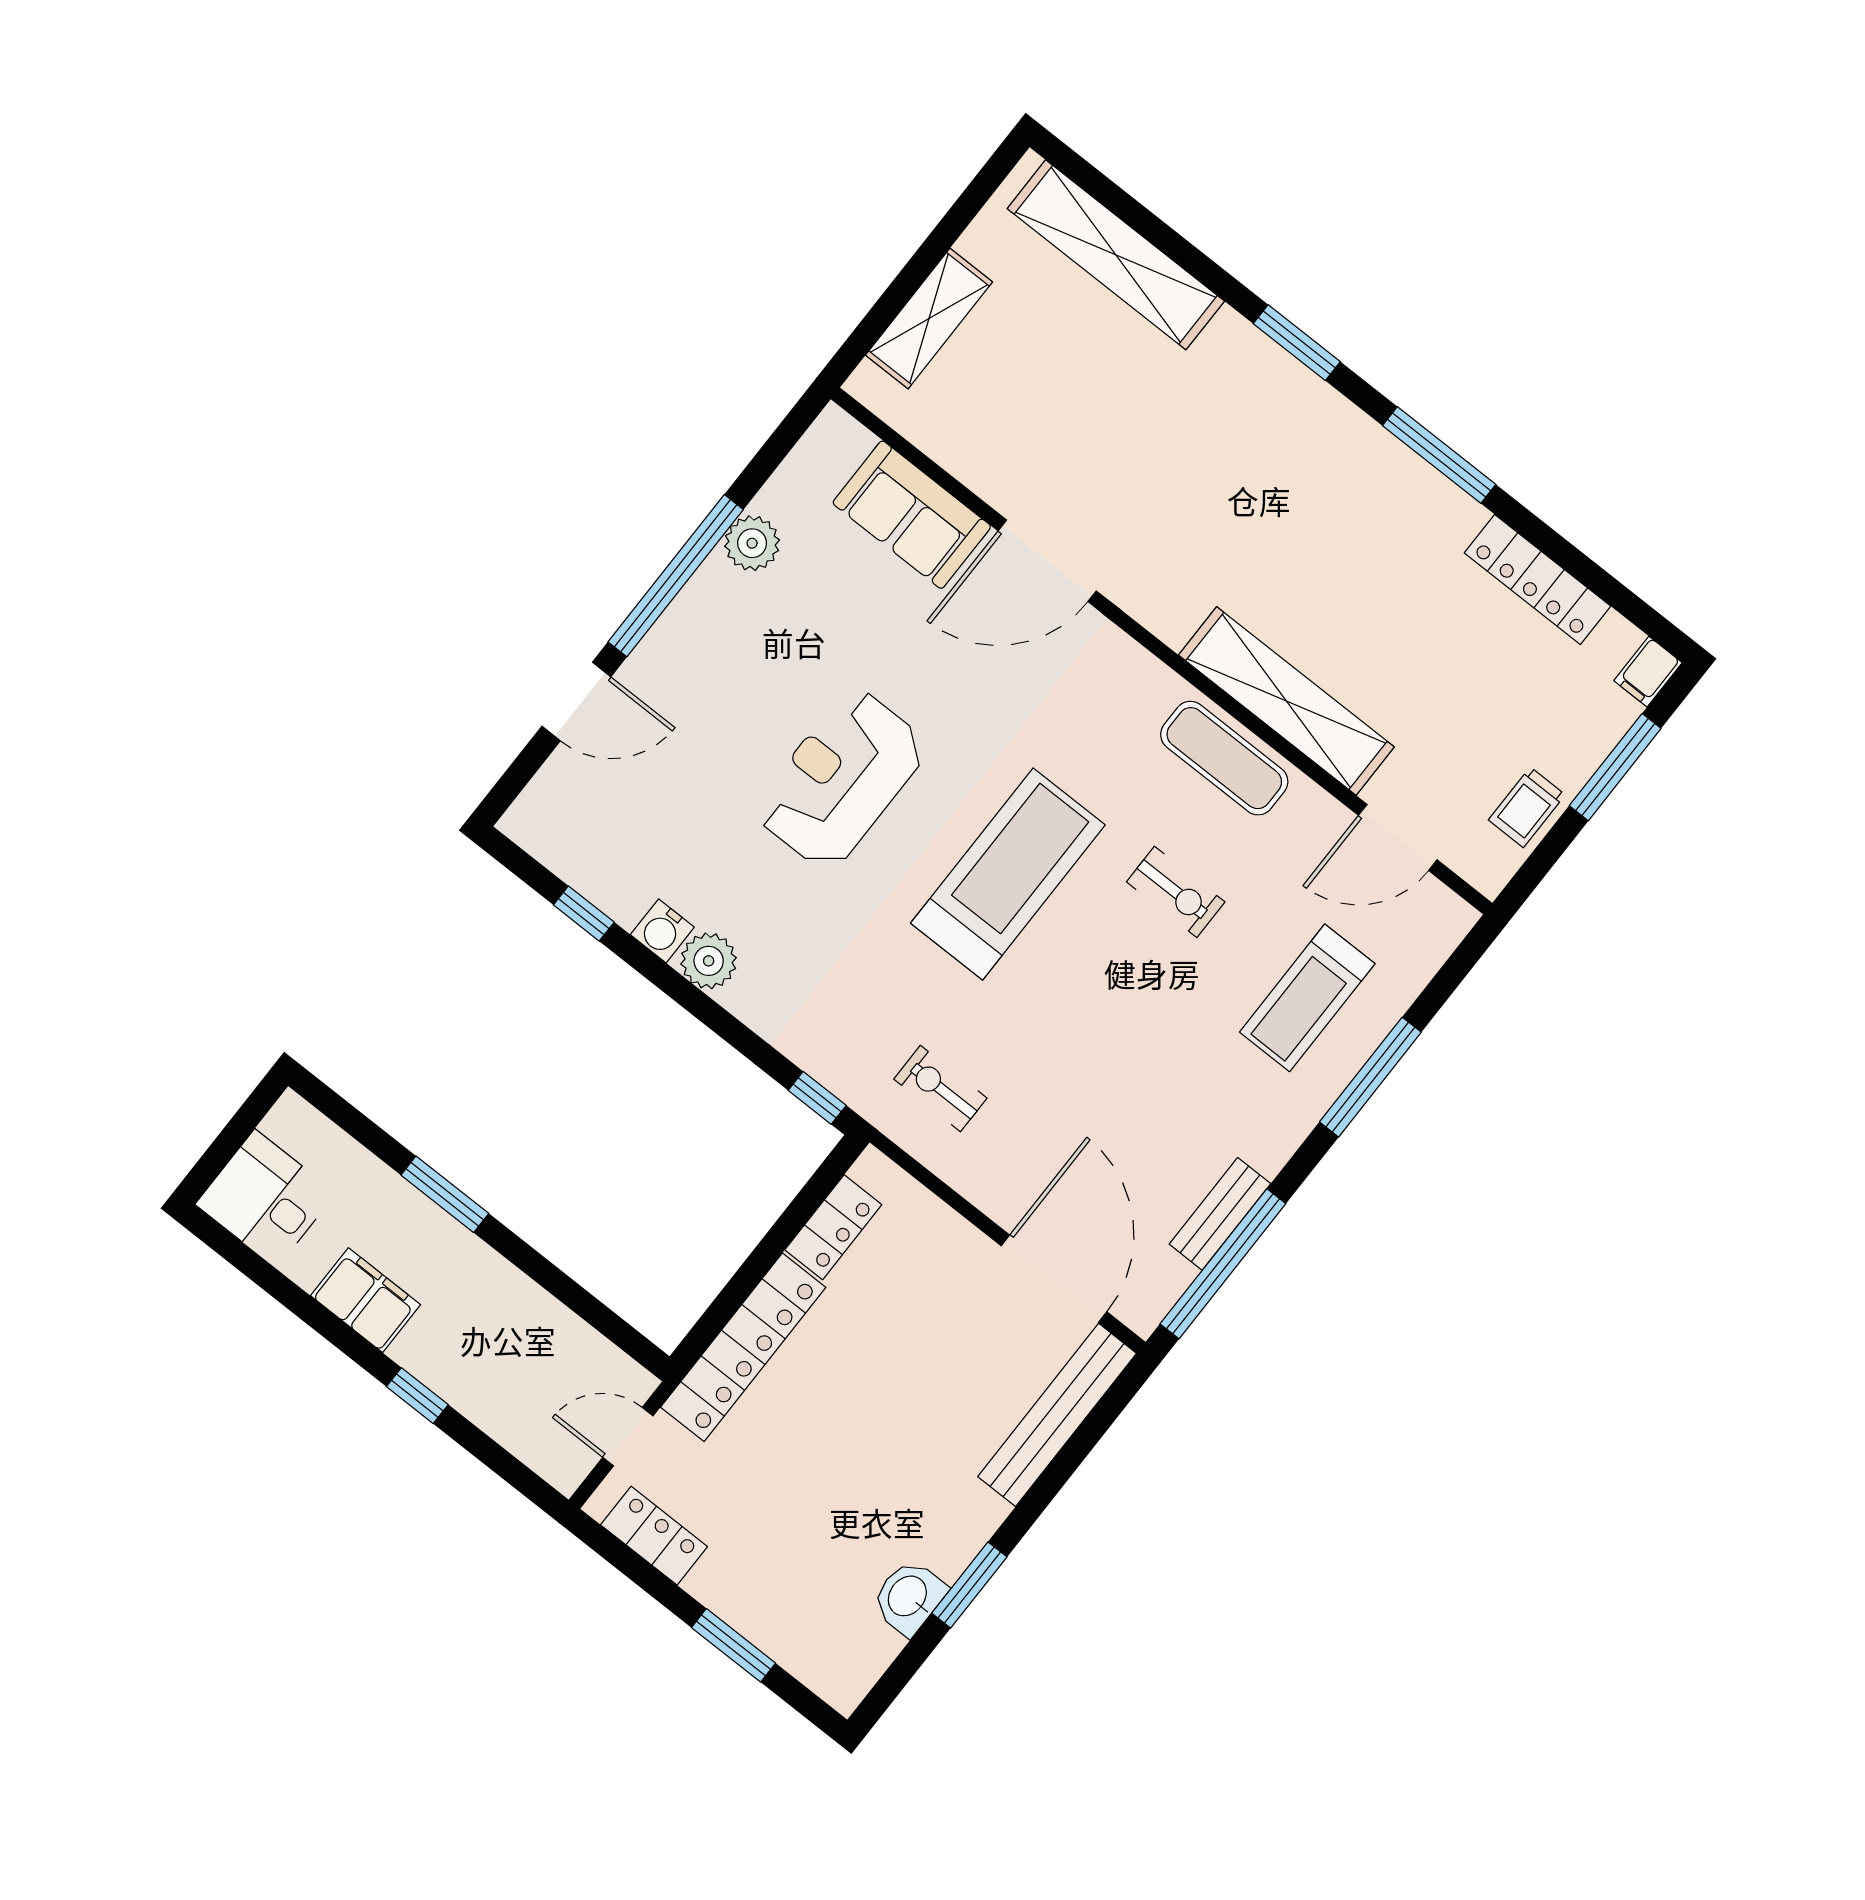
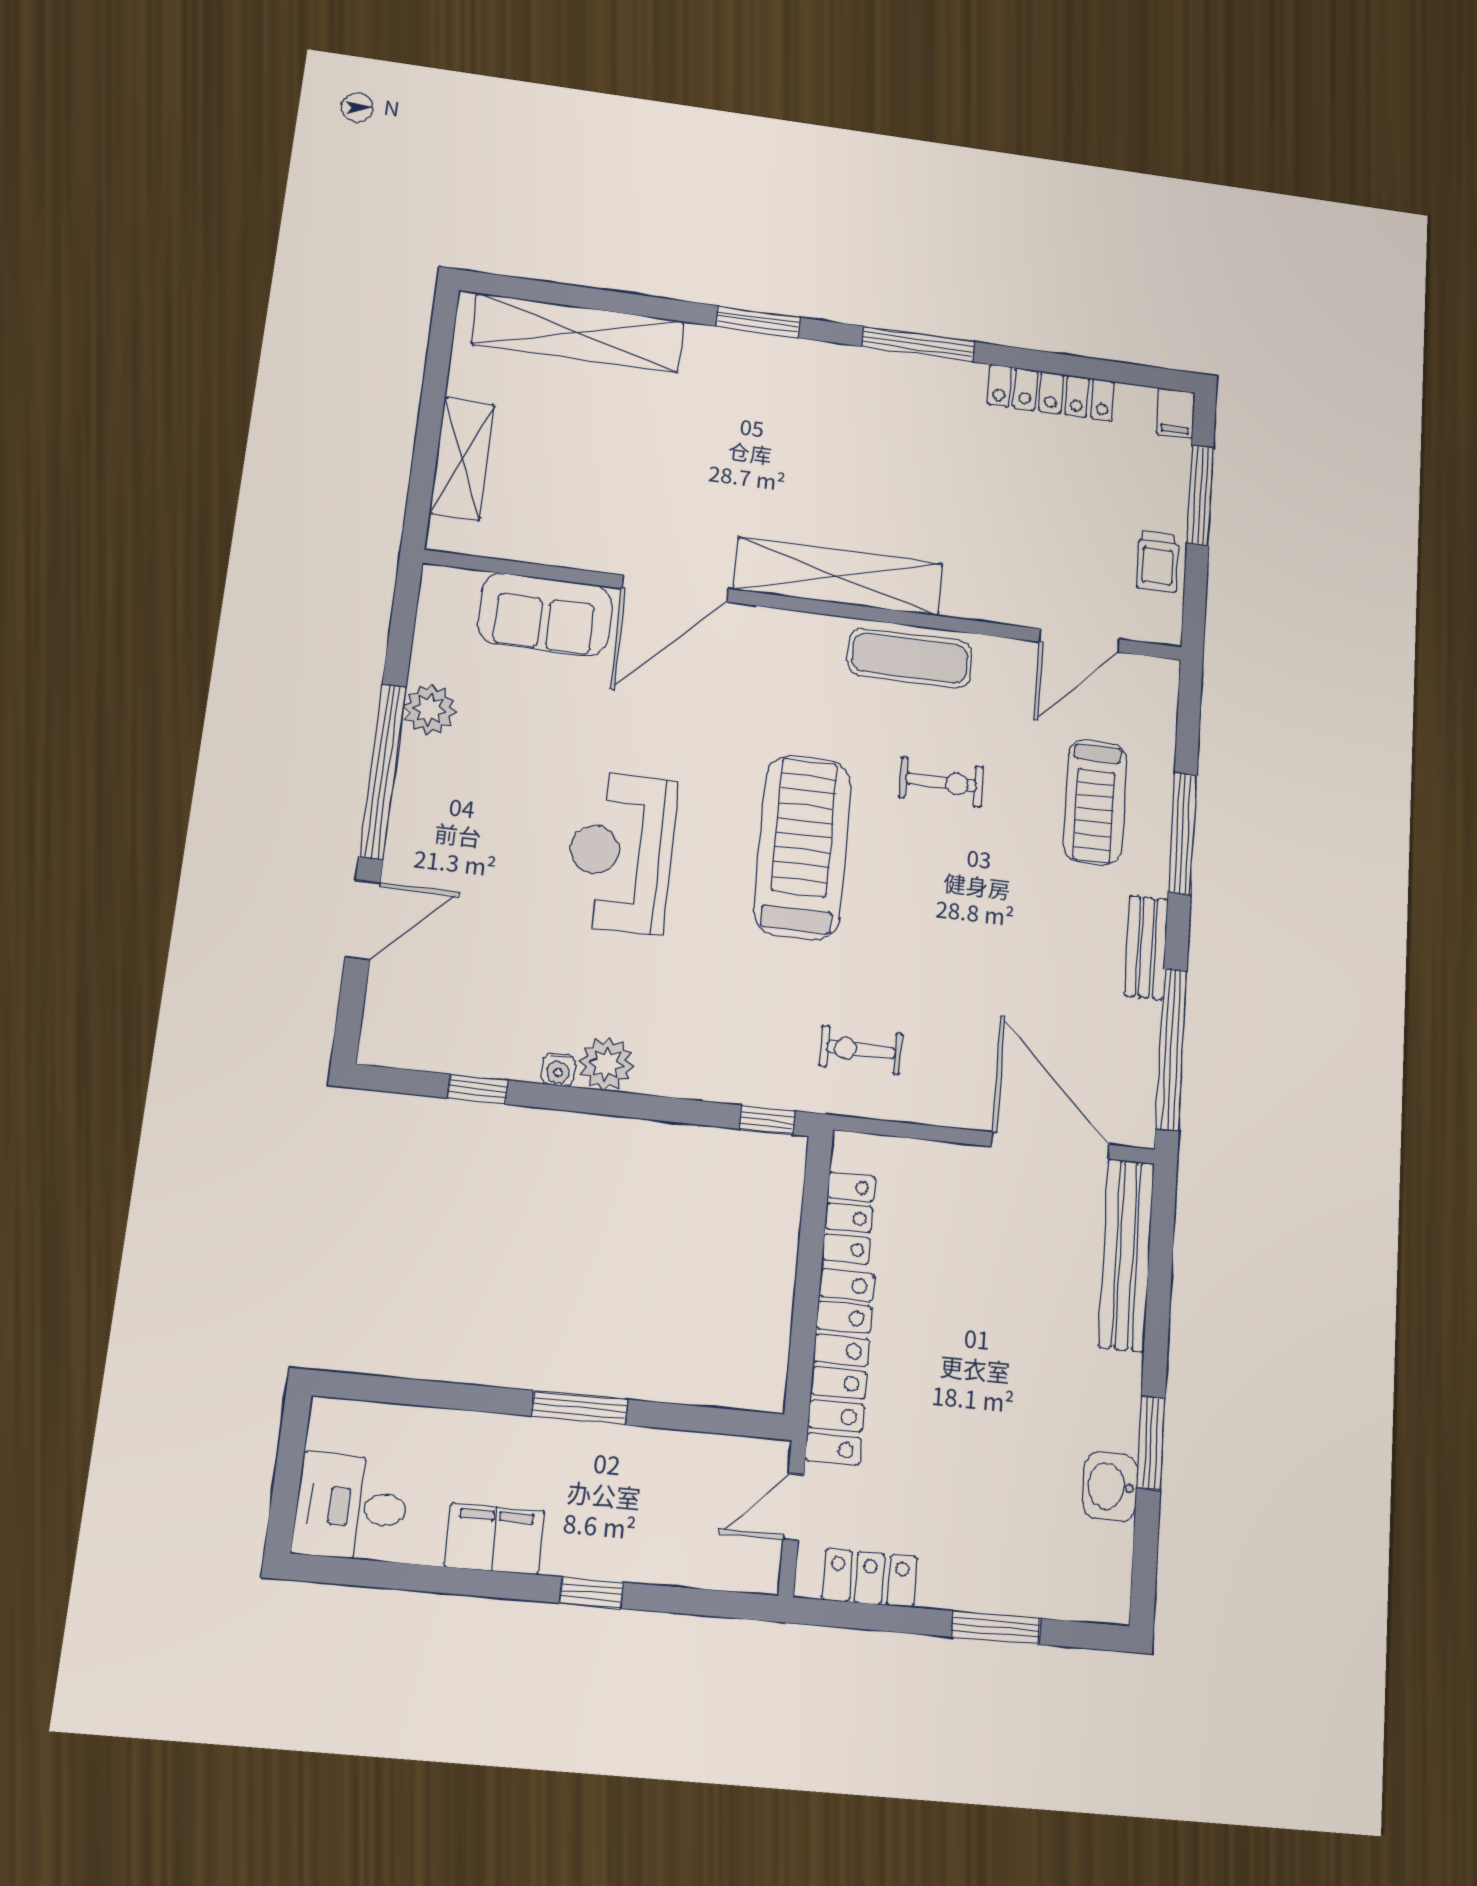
shelving: (1286, 701) -> (838, 576), moved
water cooler: (662, 931) -> (558, 1070), width x0.72, depth x0.72
window: (445, 1194) -> (580, 1408), moved
bench: (1220, 1214) -> (1146, 947), moved

